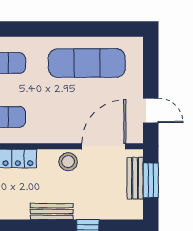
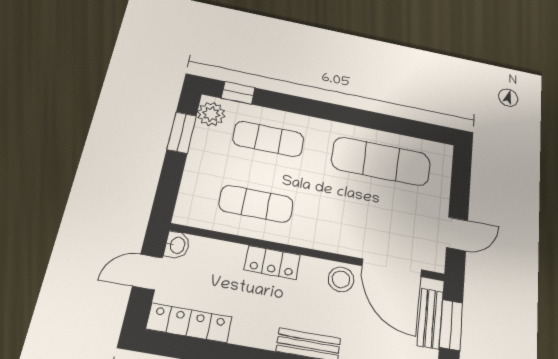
door: (151, 110) -> (457, 234), hinge flipped
door: (104, 146) -> (392, 268), swing flipped

